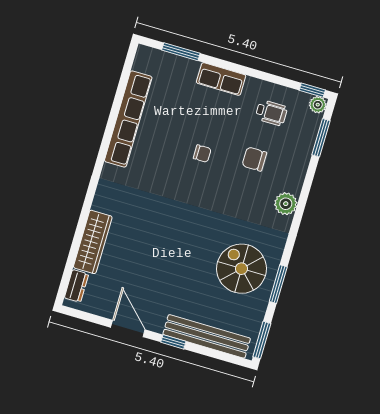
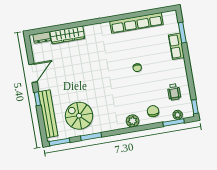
row of seats: (221, 79) -> (176, 46), moved
plant: (318, 105) -> (178, 115), moved
chair: (254, 159) -> (153, 111), moved
spiral stairs: (242, 269) -> (79, 116), moved, turned -90

